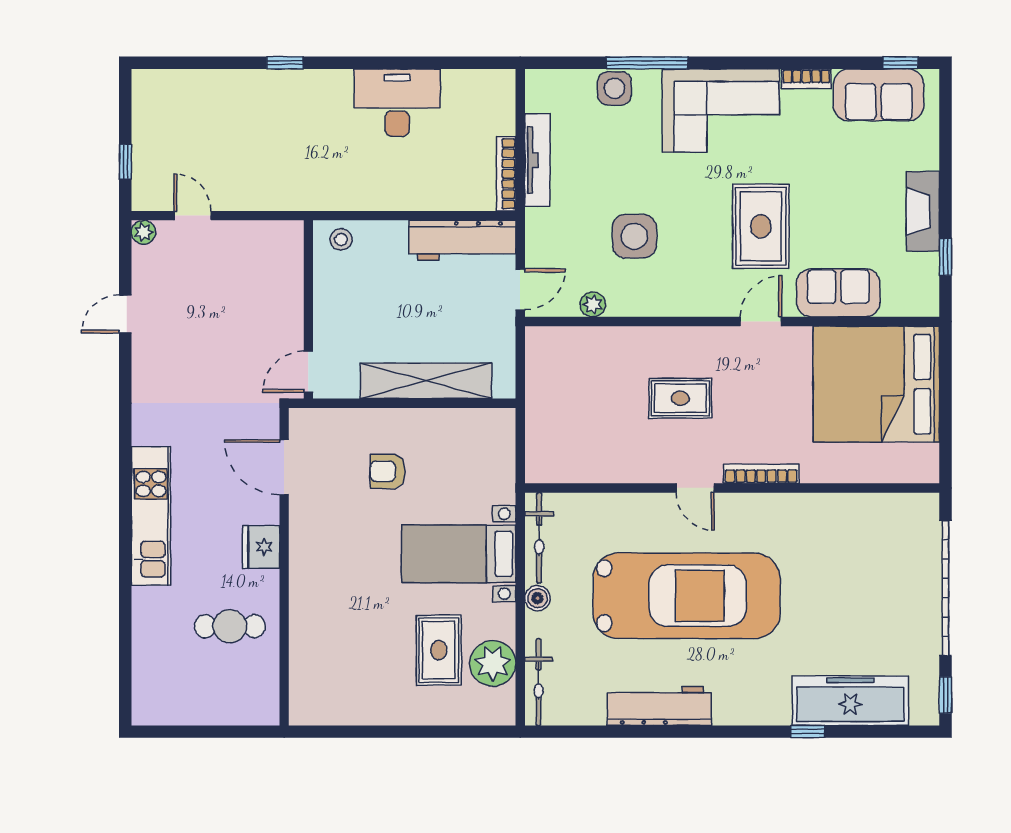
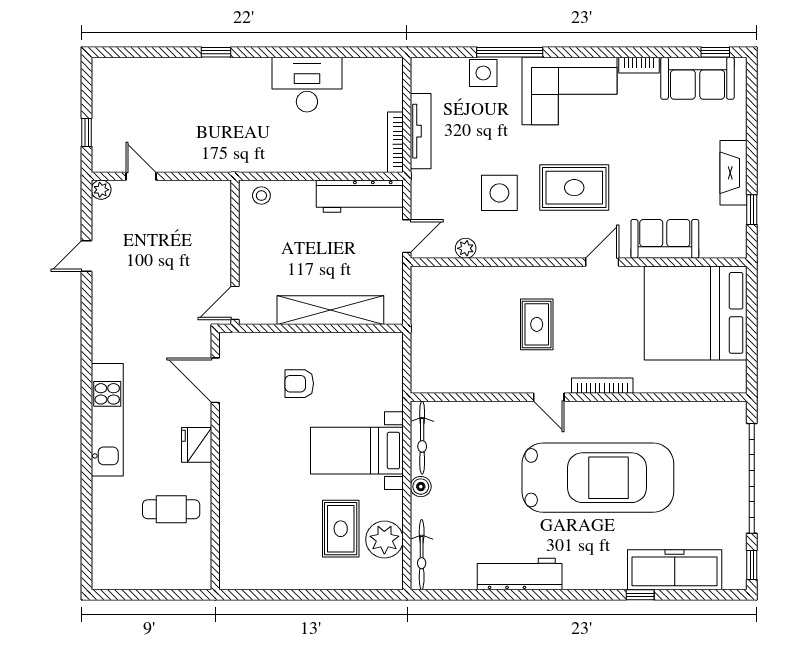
rug: (761, 226) -> (574, 188), moved, turned 90
rug: (680, 398) -> (537, 324), turned 90
car: (687, 596) -> (598, 478), moved

